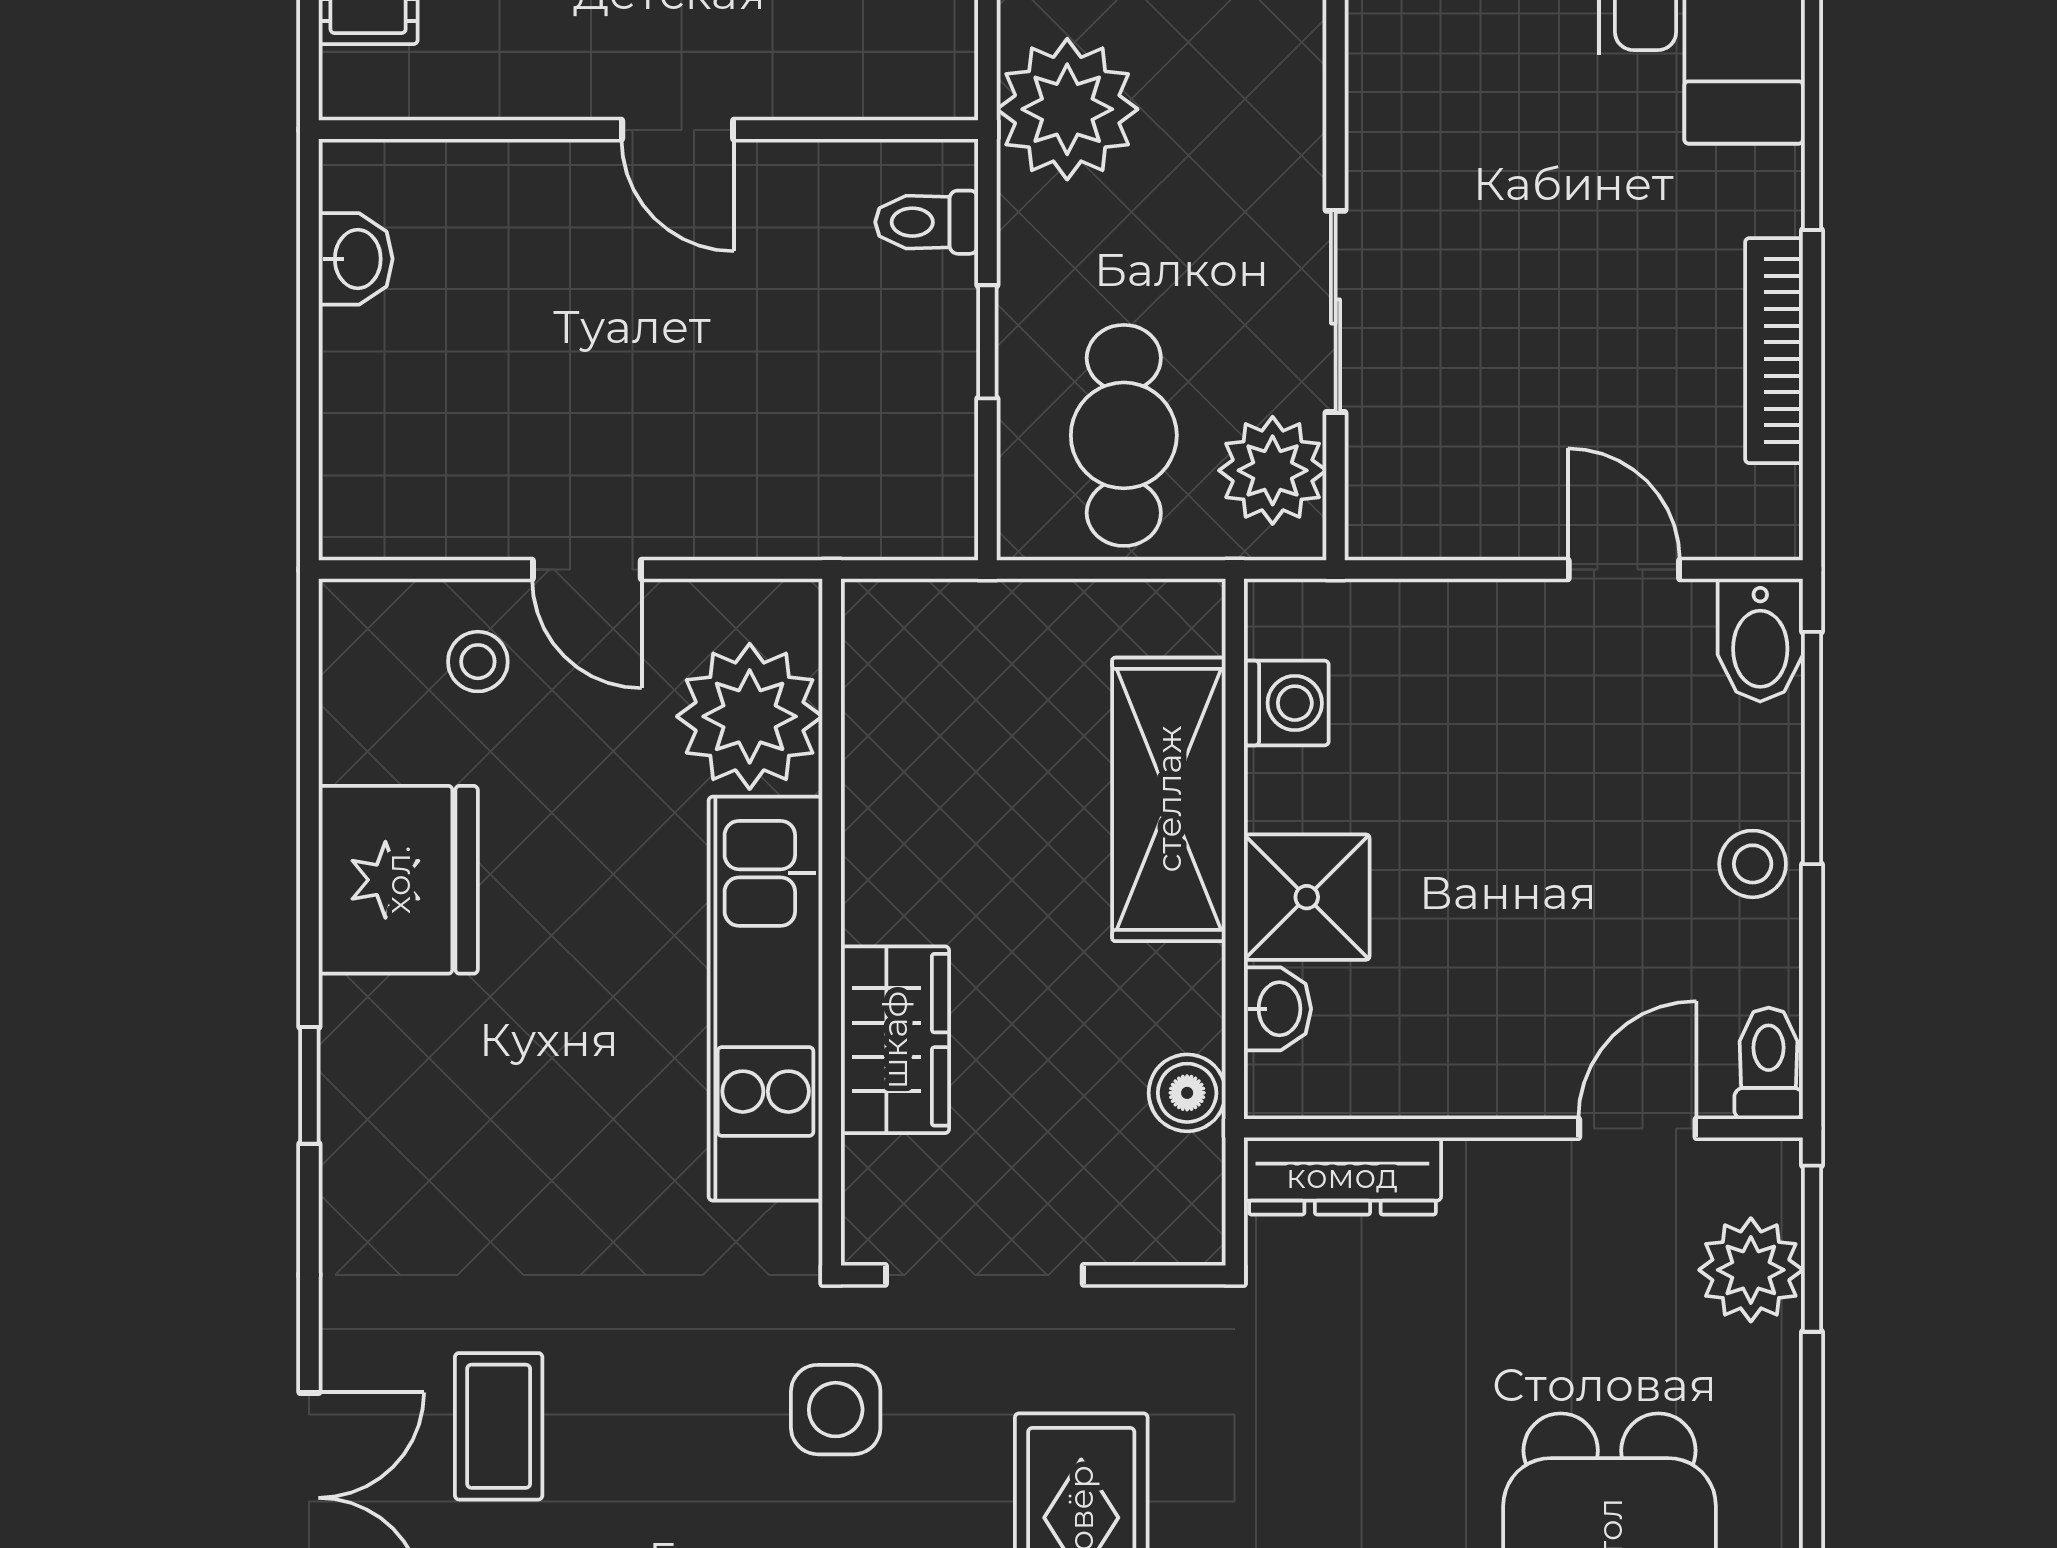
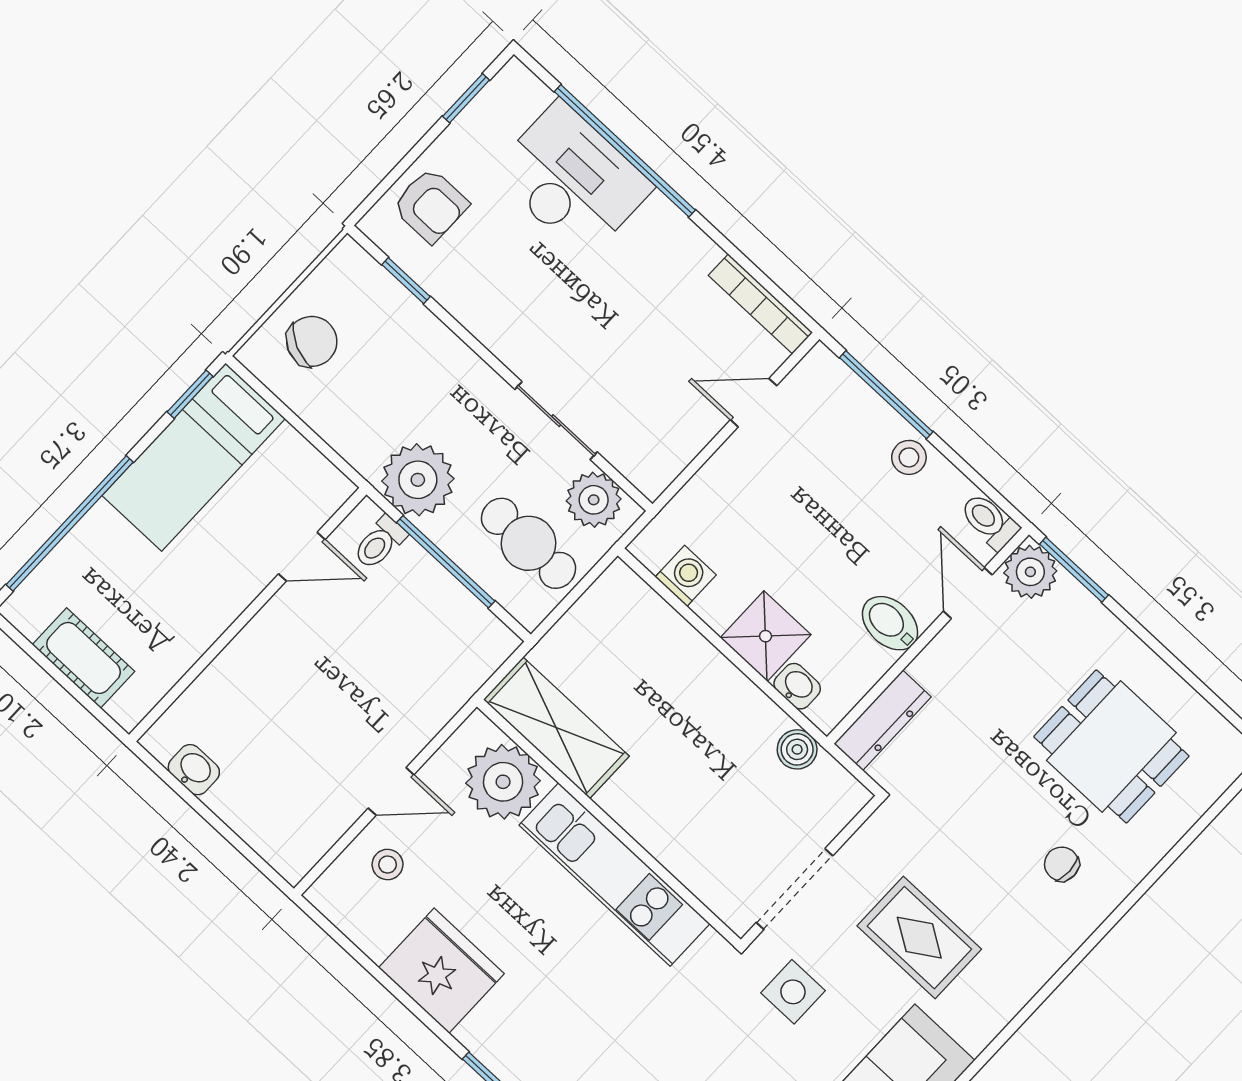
plant: (1067, 109) -> (418, 480), moved
door: (678, 130) -> (302, 557), moved
window: (987, 342) -> (446, 562), width x2.17
bookcase: (1774, 351) -> (760, 304), moved
bidet: (1760, 640) -> (890, 623), moved, turned 180
shelving: (1169, 799) -> (556, 728), moved
wardrobe: (895, 1040) -> (675, 840), removed
plant: (1751, 1270) -> (1030, 572), moved

